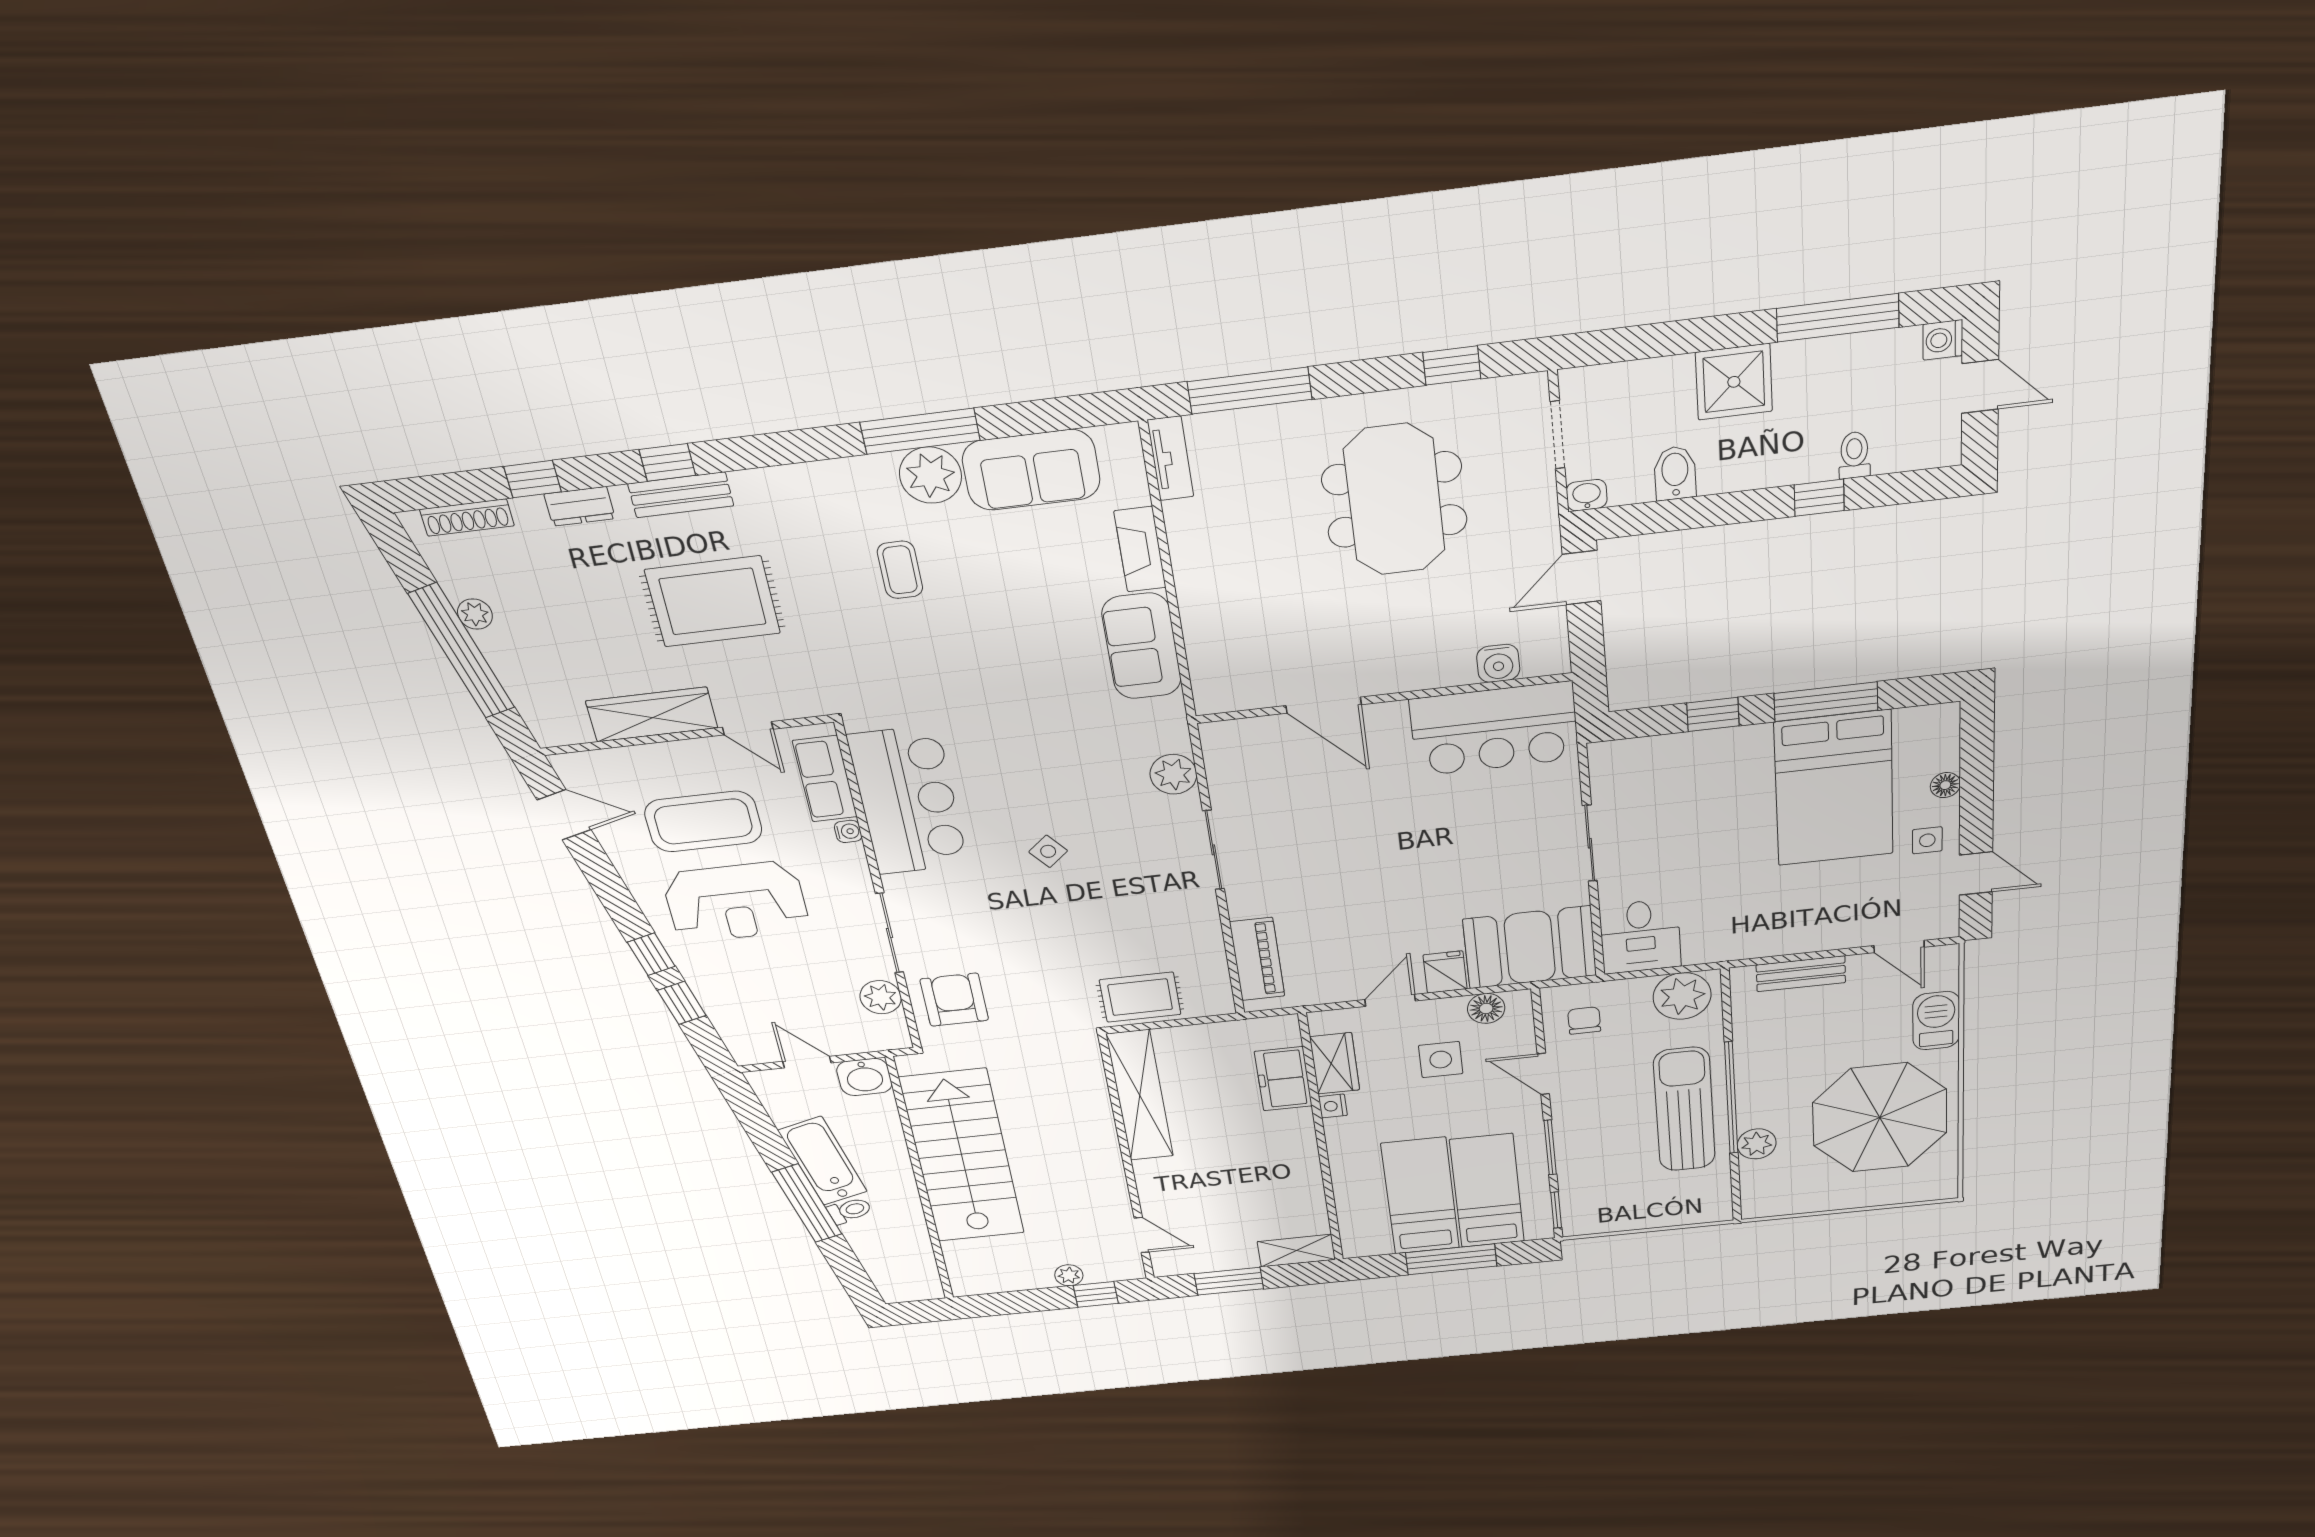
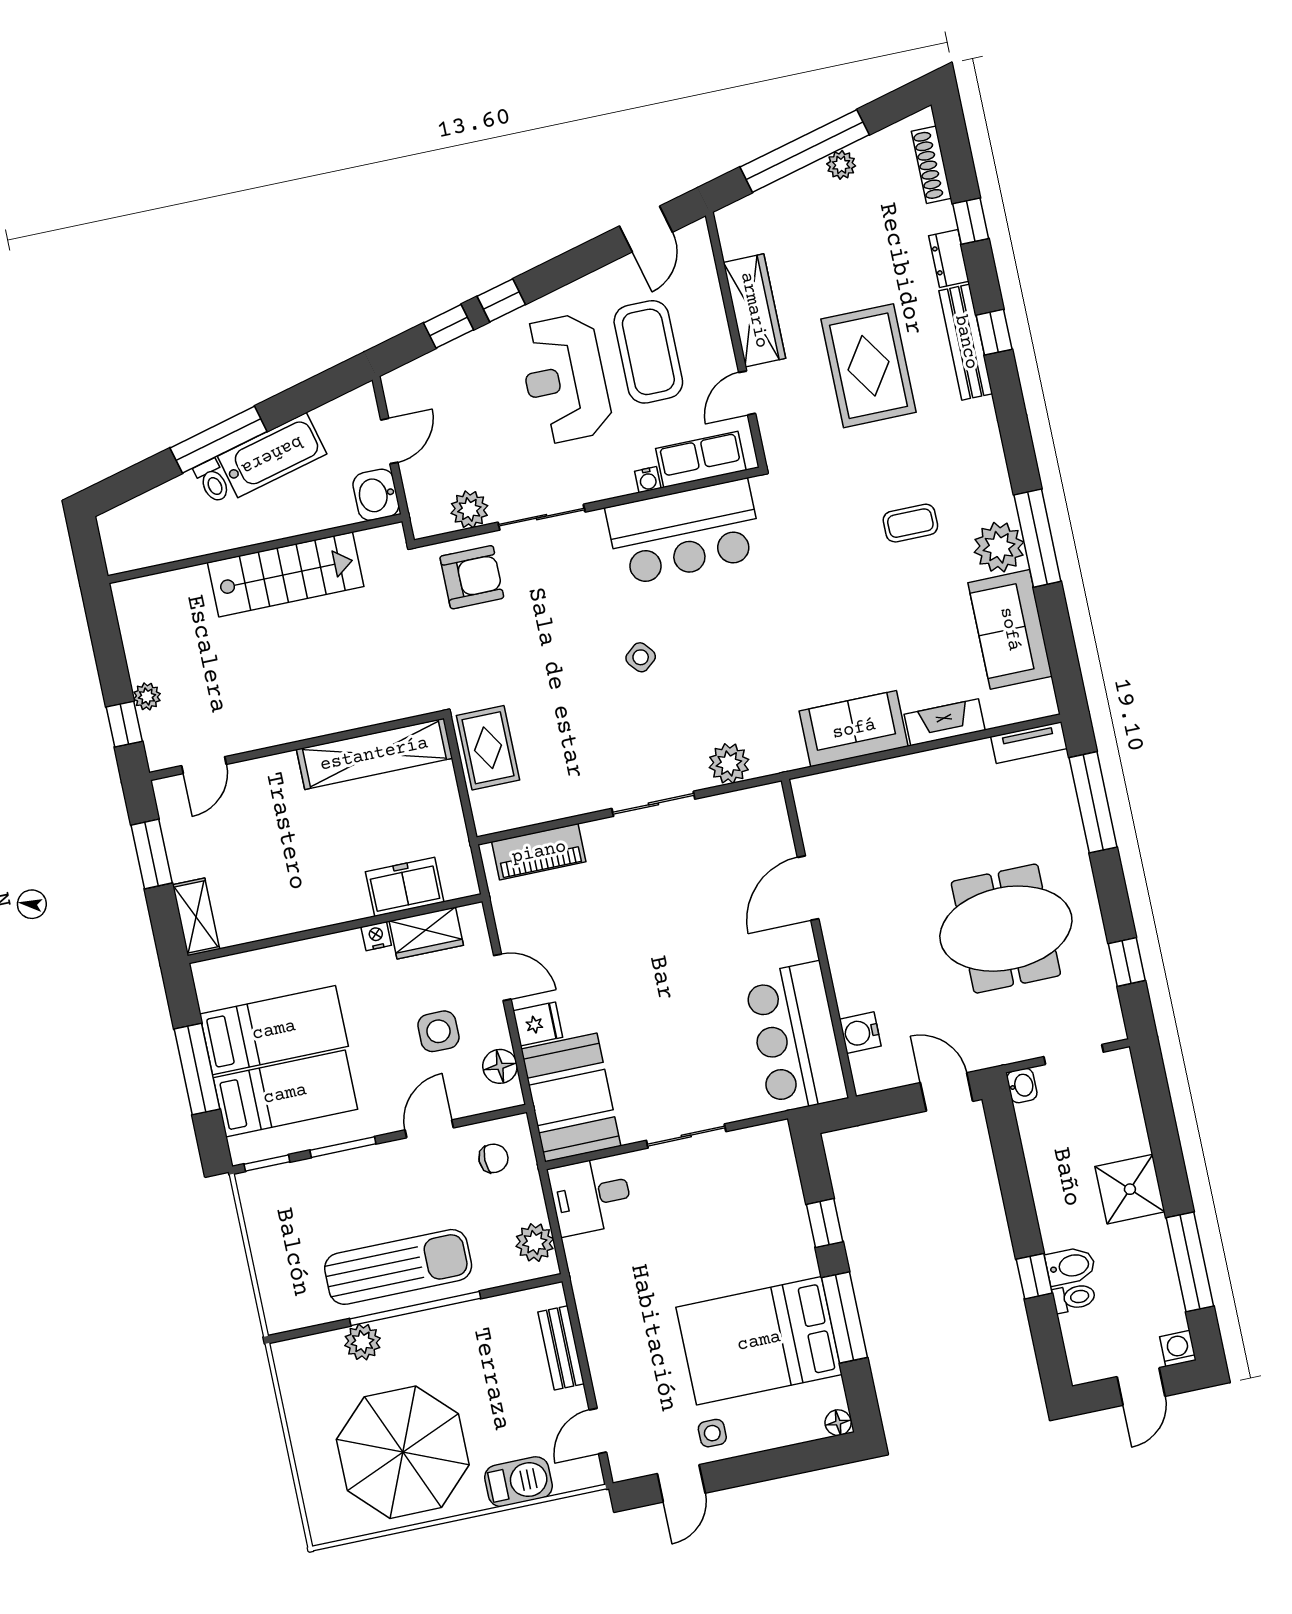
bidet: (1675, 473) -> (1071, 1266), moved
bench: (681, 495) -> (966, 342), width x1.36
floor lamp: (1945, 785) -> (838, 1423), moved
plant: (1682, 996) -> (535, 1242), width x0.73, depth x0.73
stairs: (962, 1156) -> (286, 574), width x0.73, depth x0.66

